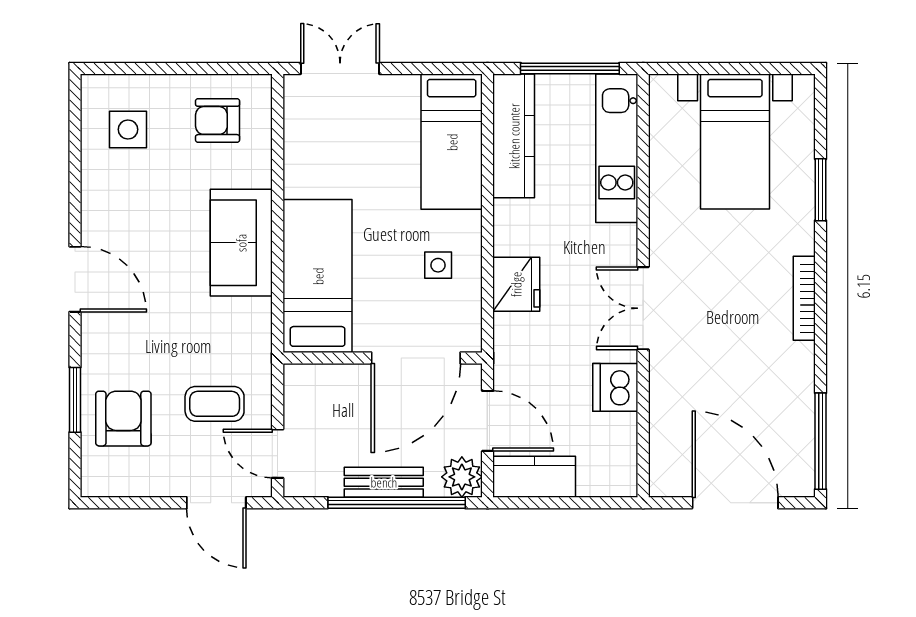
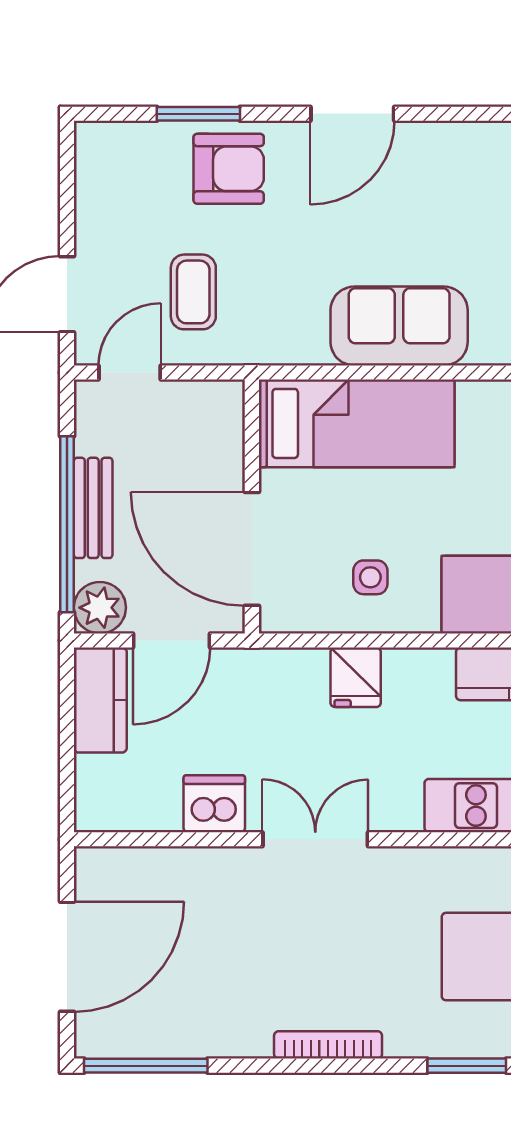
fridge: (516, 284) -> (356, 677), width x0.72
armchair: (123, 419) -> (229, 169), moved

